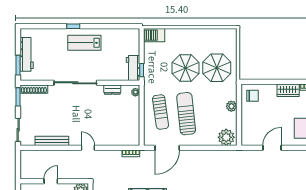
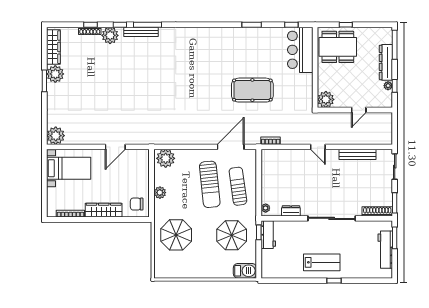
parasol: (185, 68) -> (232, 235), moved
wardrobe: (288, 90) -> (104, 210), width x1.50

